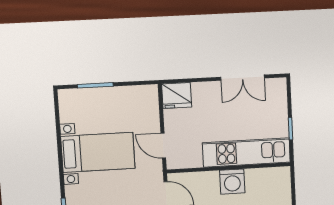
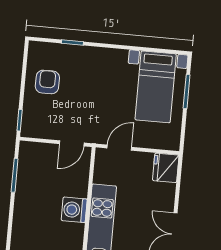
bed with nightstands: (98, 152) -> (156, 87), moved

